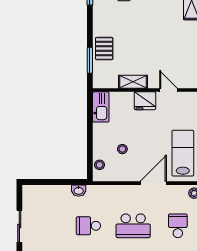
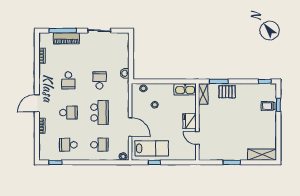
shelving: (133, 82) -> (203, 94), moved
door: (168, 90) -> (197, 138), swing flipped
school desk: (133, 226) -> (99, 113), turned 180

